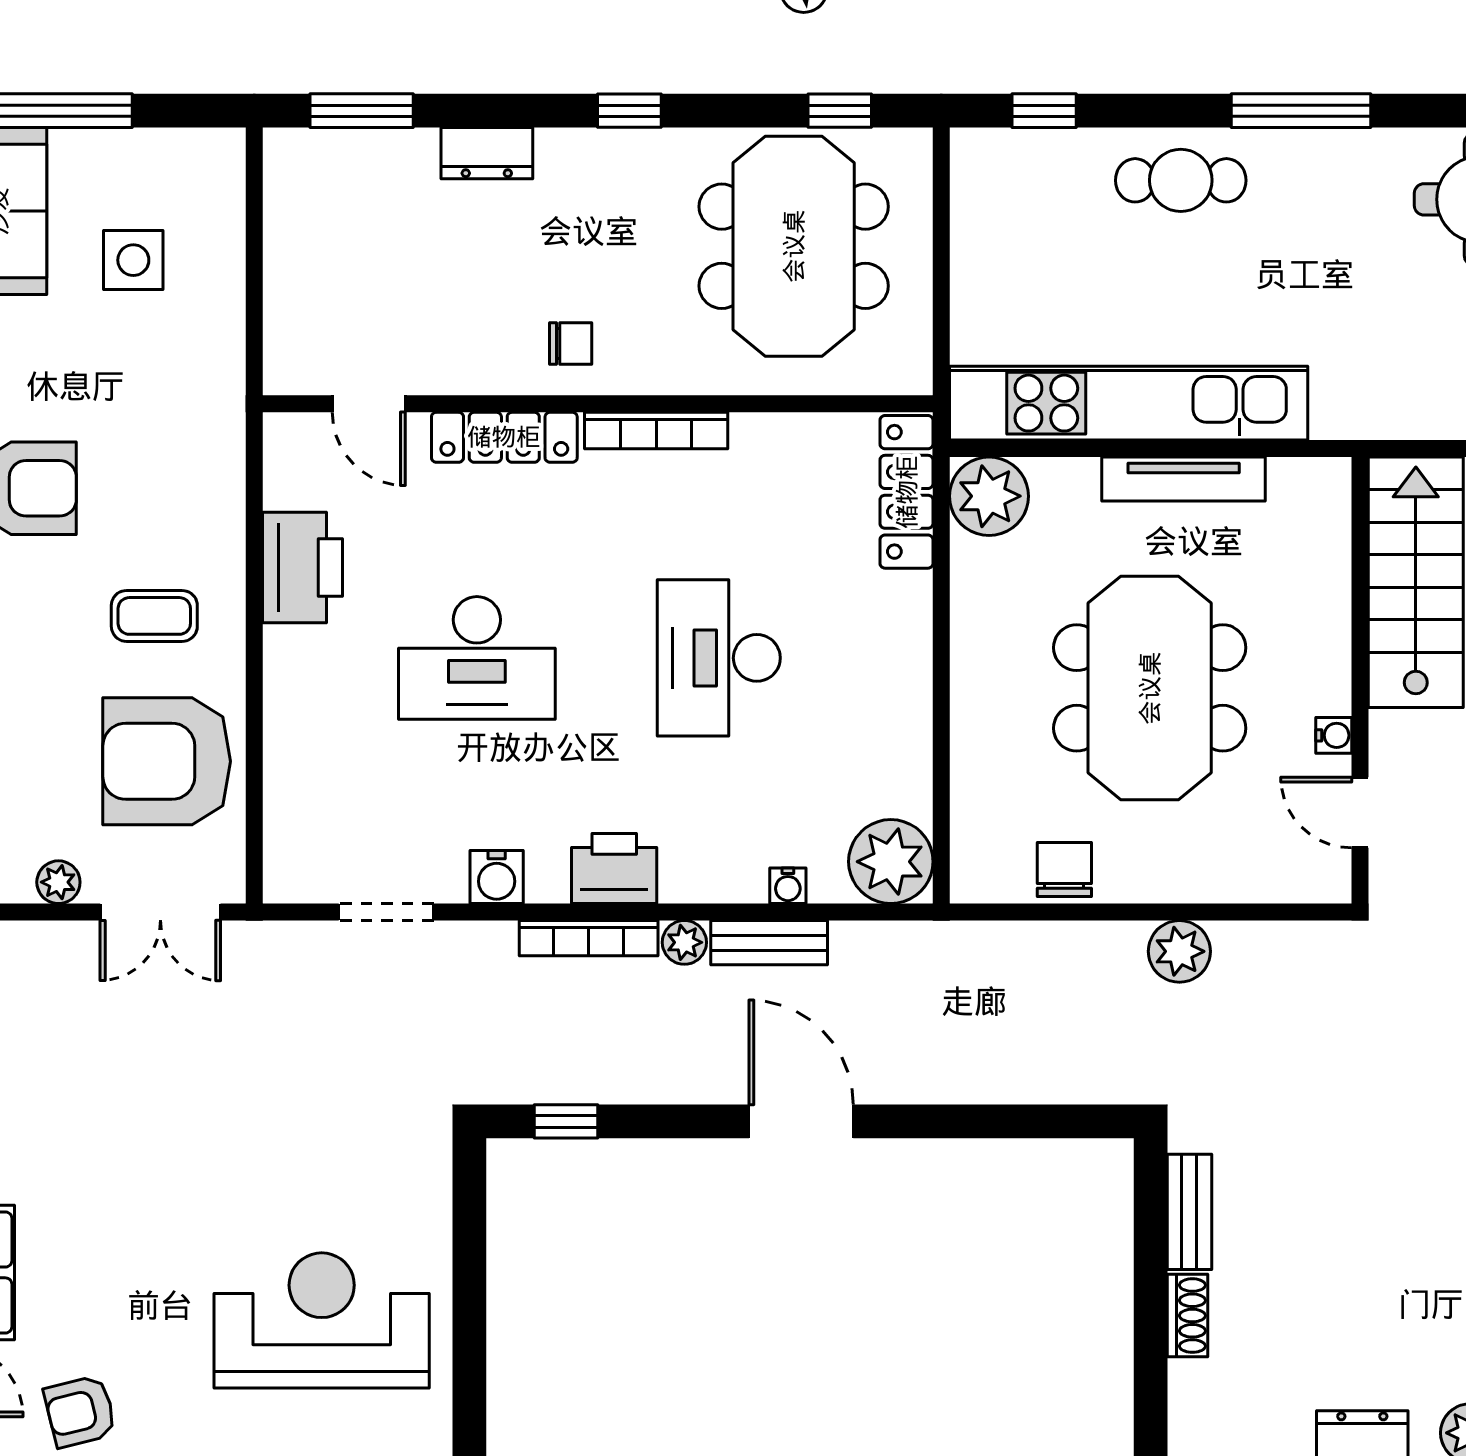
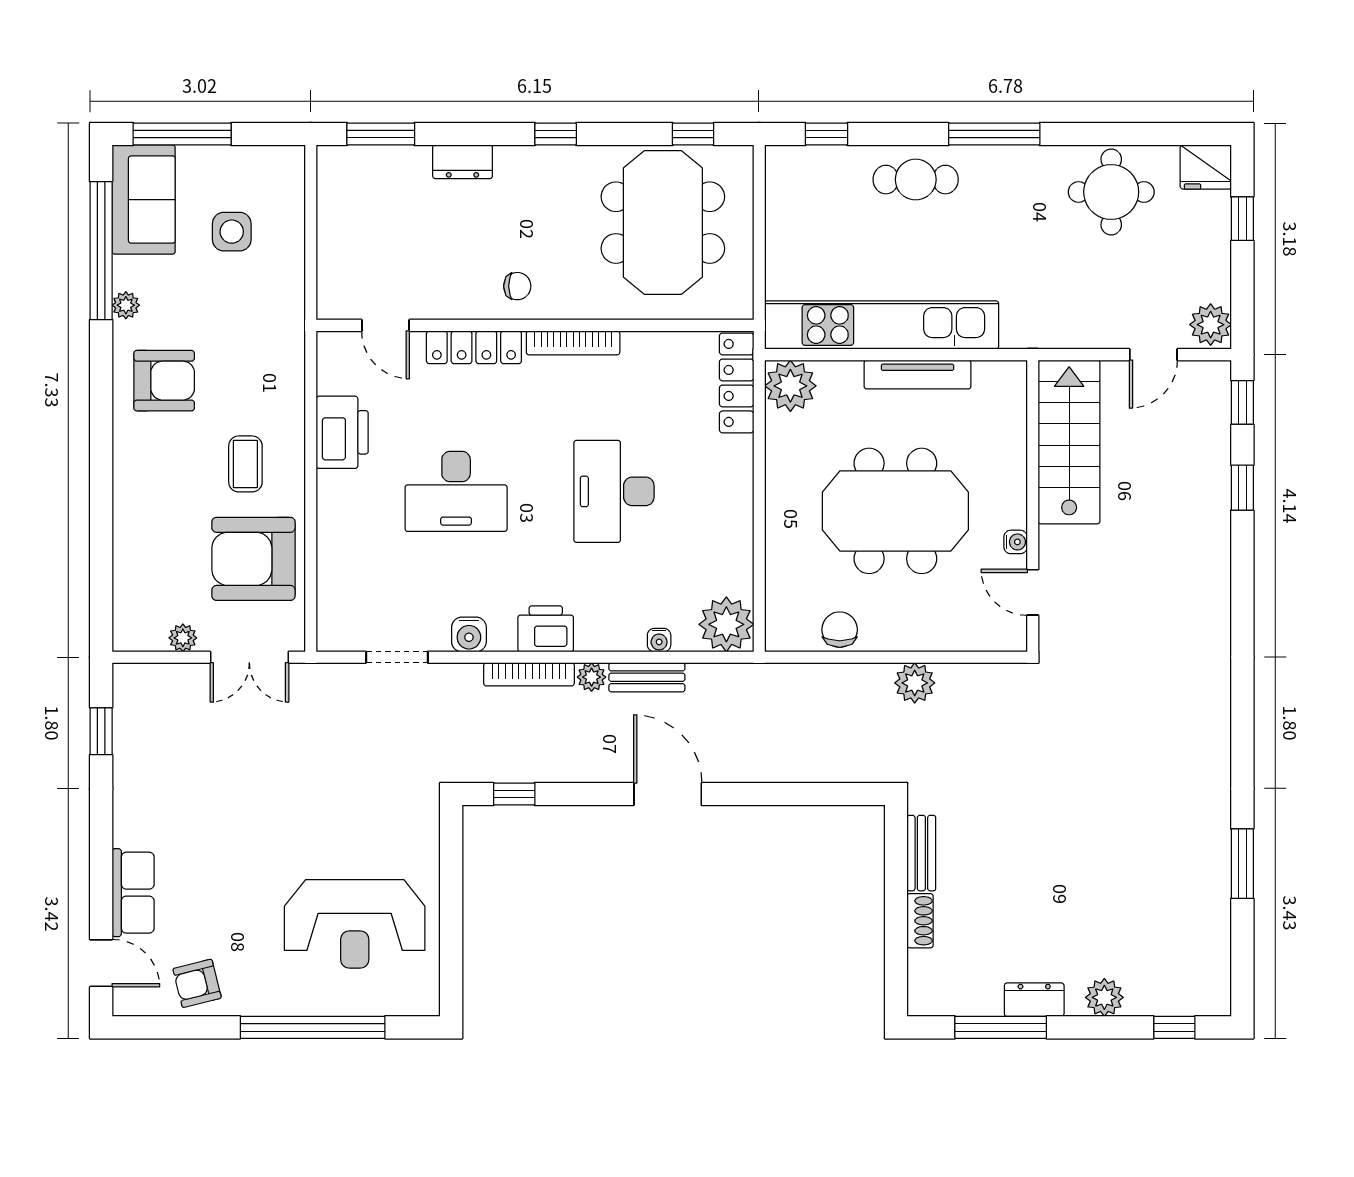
coffee table: (154, 616) -> (245, 464), turned 90
meeting table: (1150, 688) -> (895, 511), turned 90
reception desk: (322, 1320) -> (355, 924), turned 180

